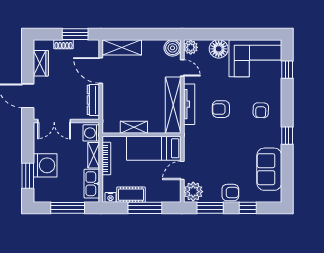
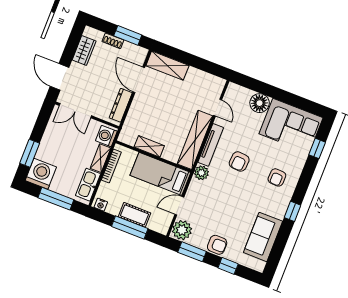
plant: (191, 47) -> (201, 173), moved
boiler: (172, 48) -> (216, 85), removed
armchair: (221, 109) -> (239, 161), turned -86
washing machine: (45, 165) -> (41, 174), moved, turned -90
cot: (131, 195) -> (134, 215), moved

